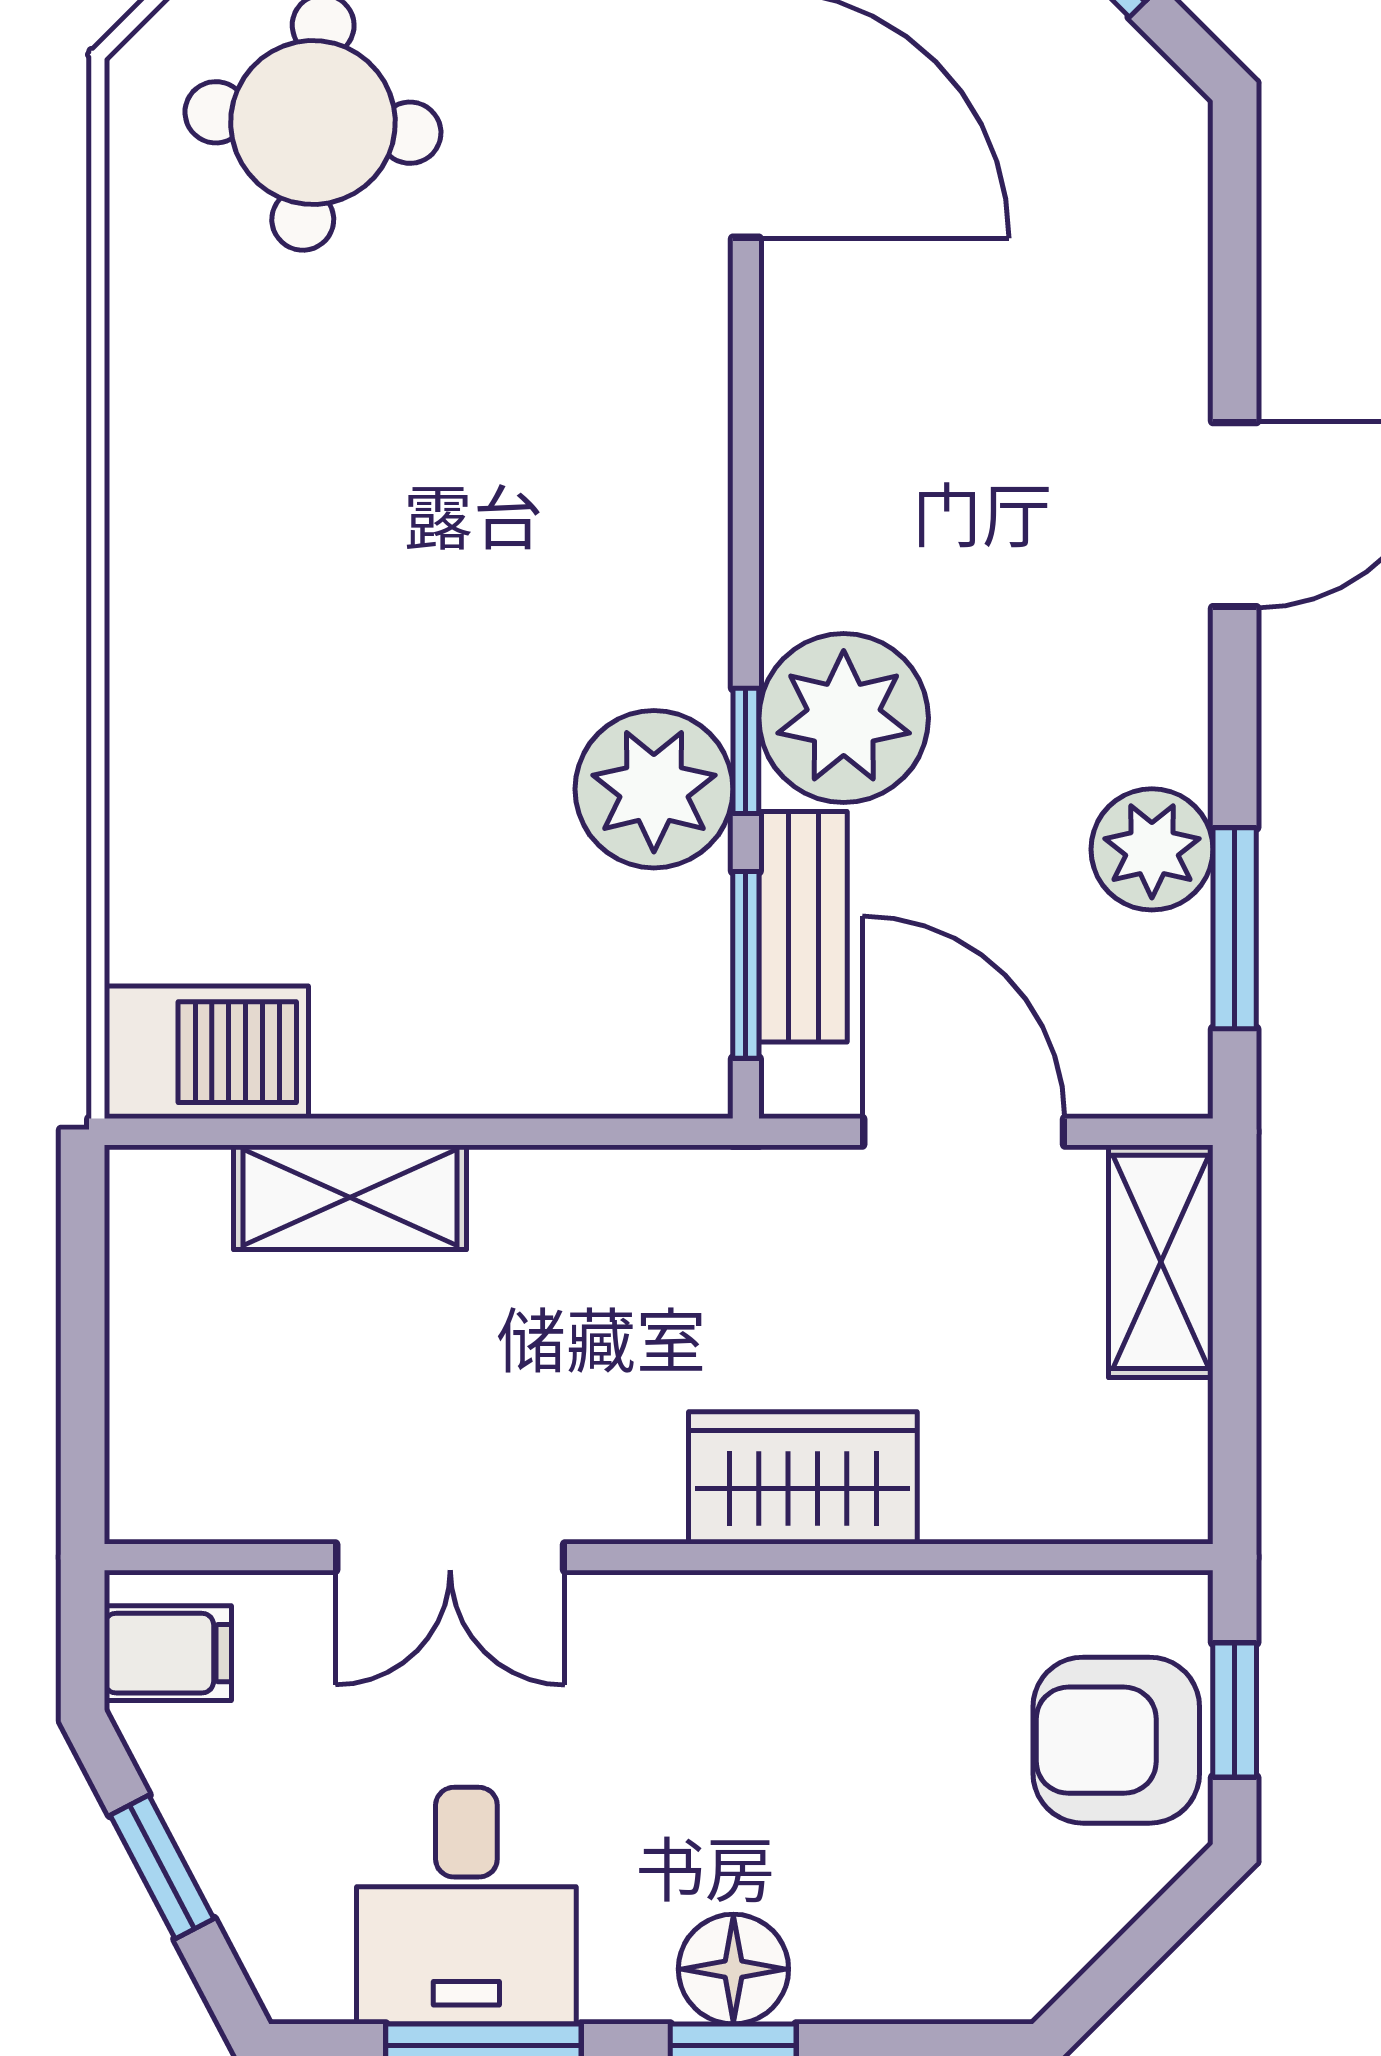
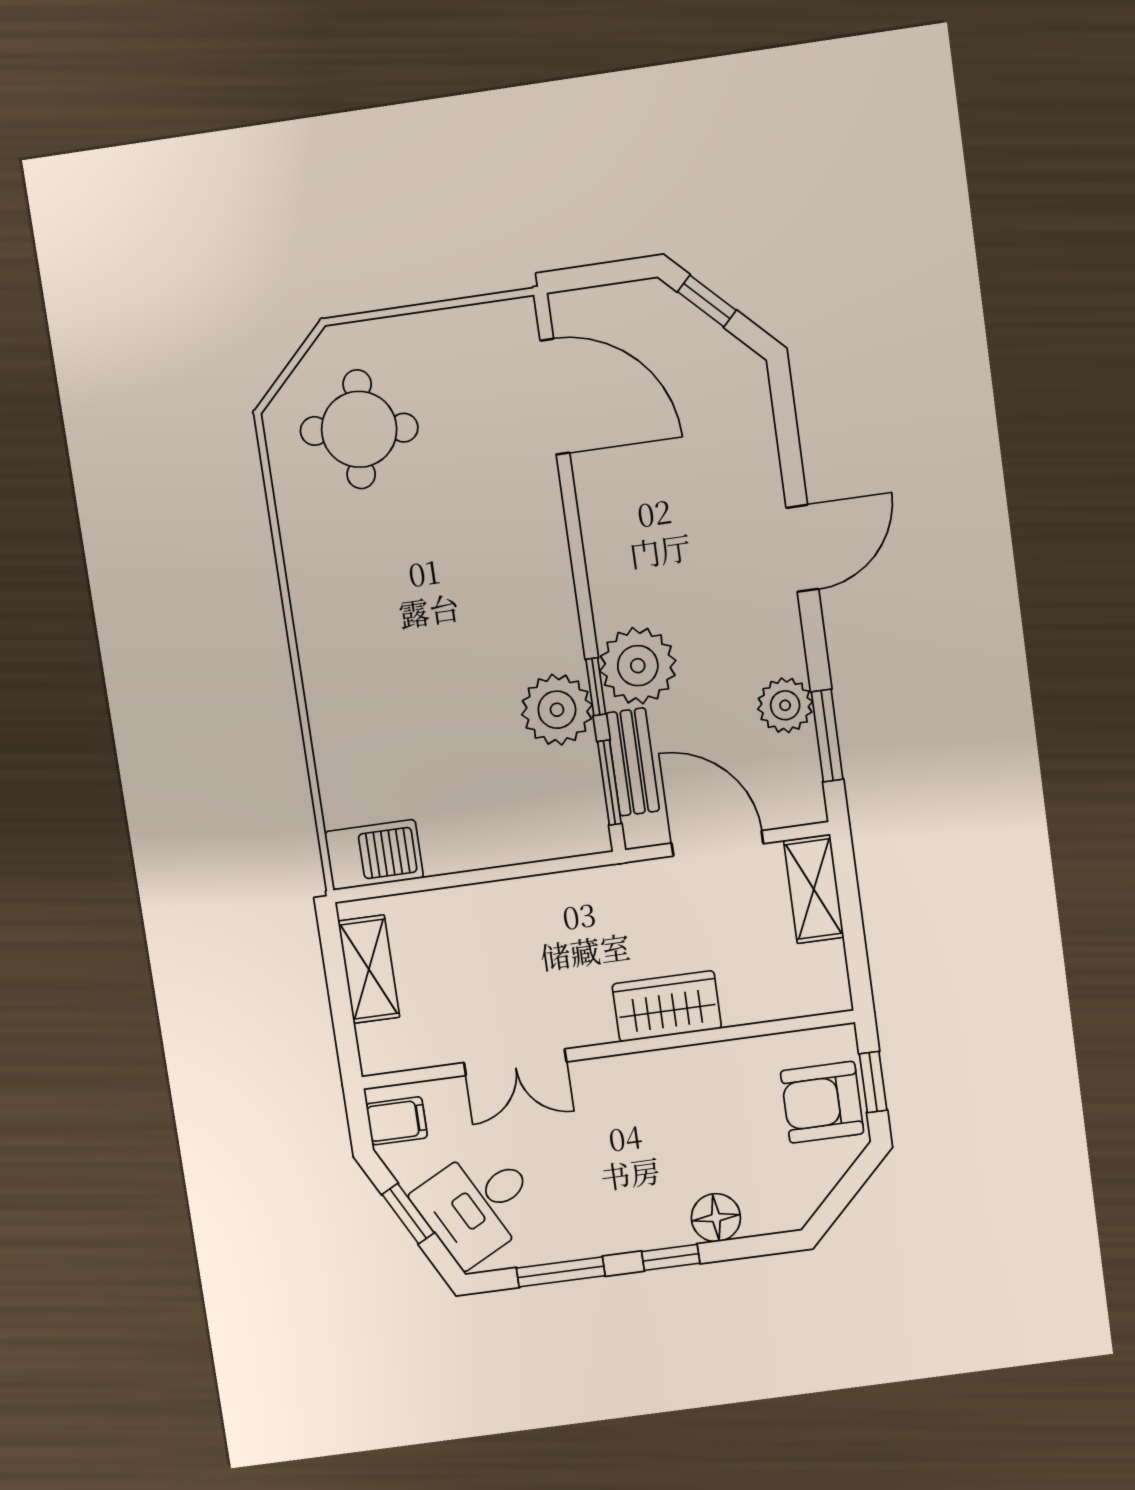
shelving: (350, 1197) -> (369, 969), moved, turned 90
desk: (466, 1906) -> (478, 1204), moved, turned 62
floor lamp: (733, 1969) -> (716, 1218), moved

